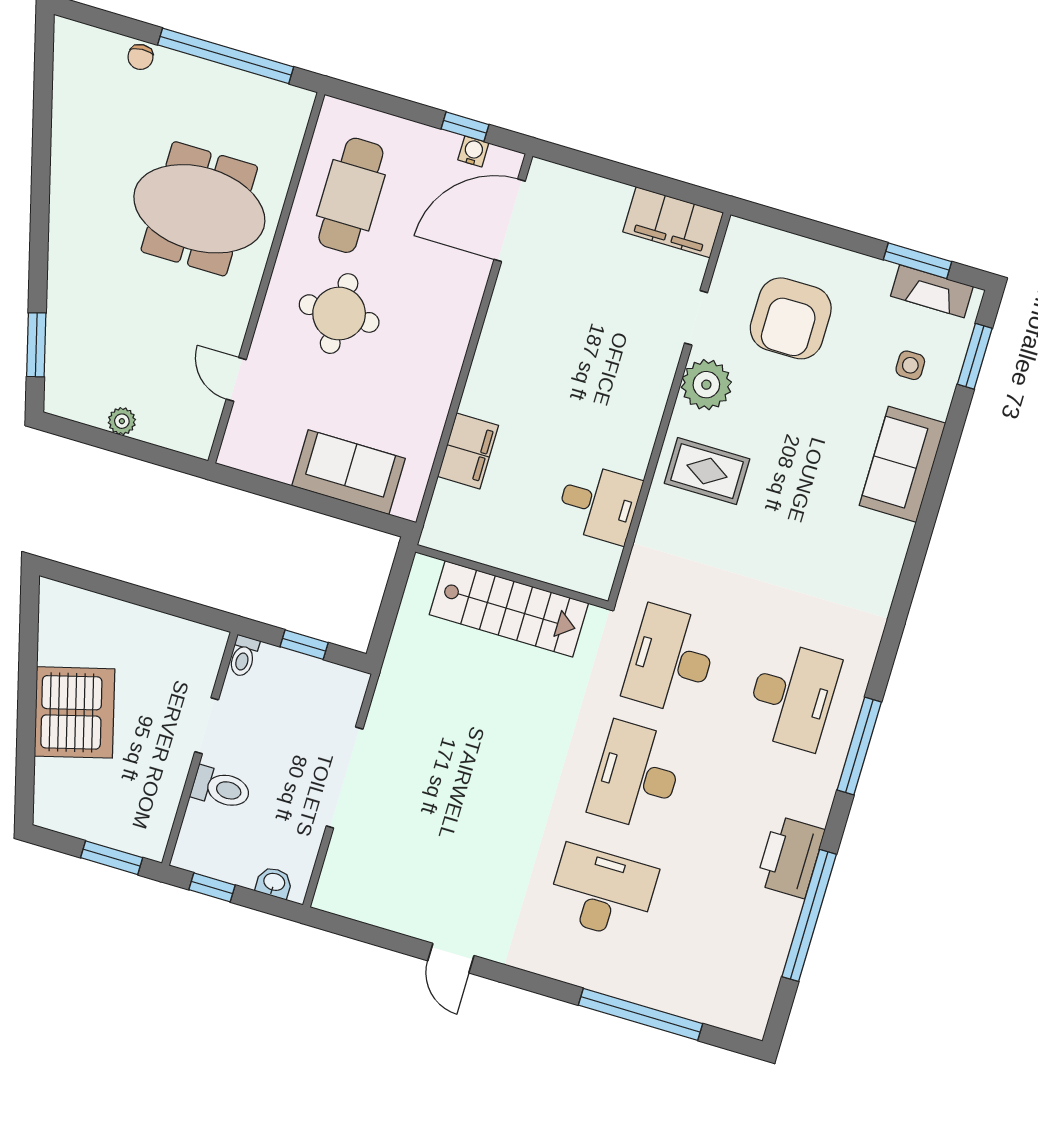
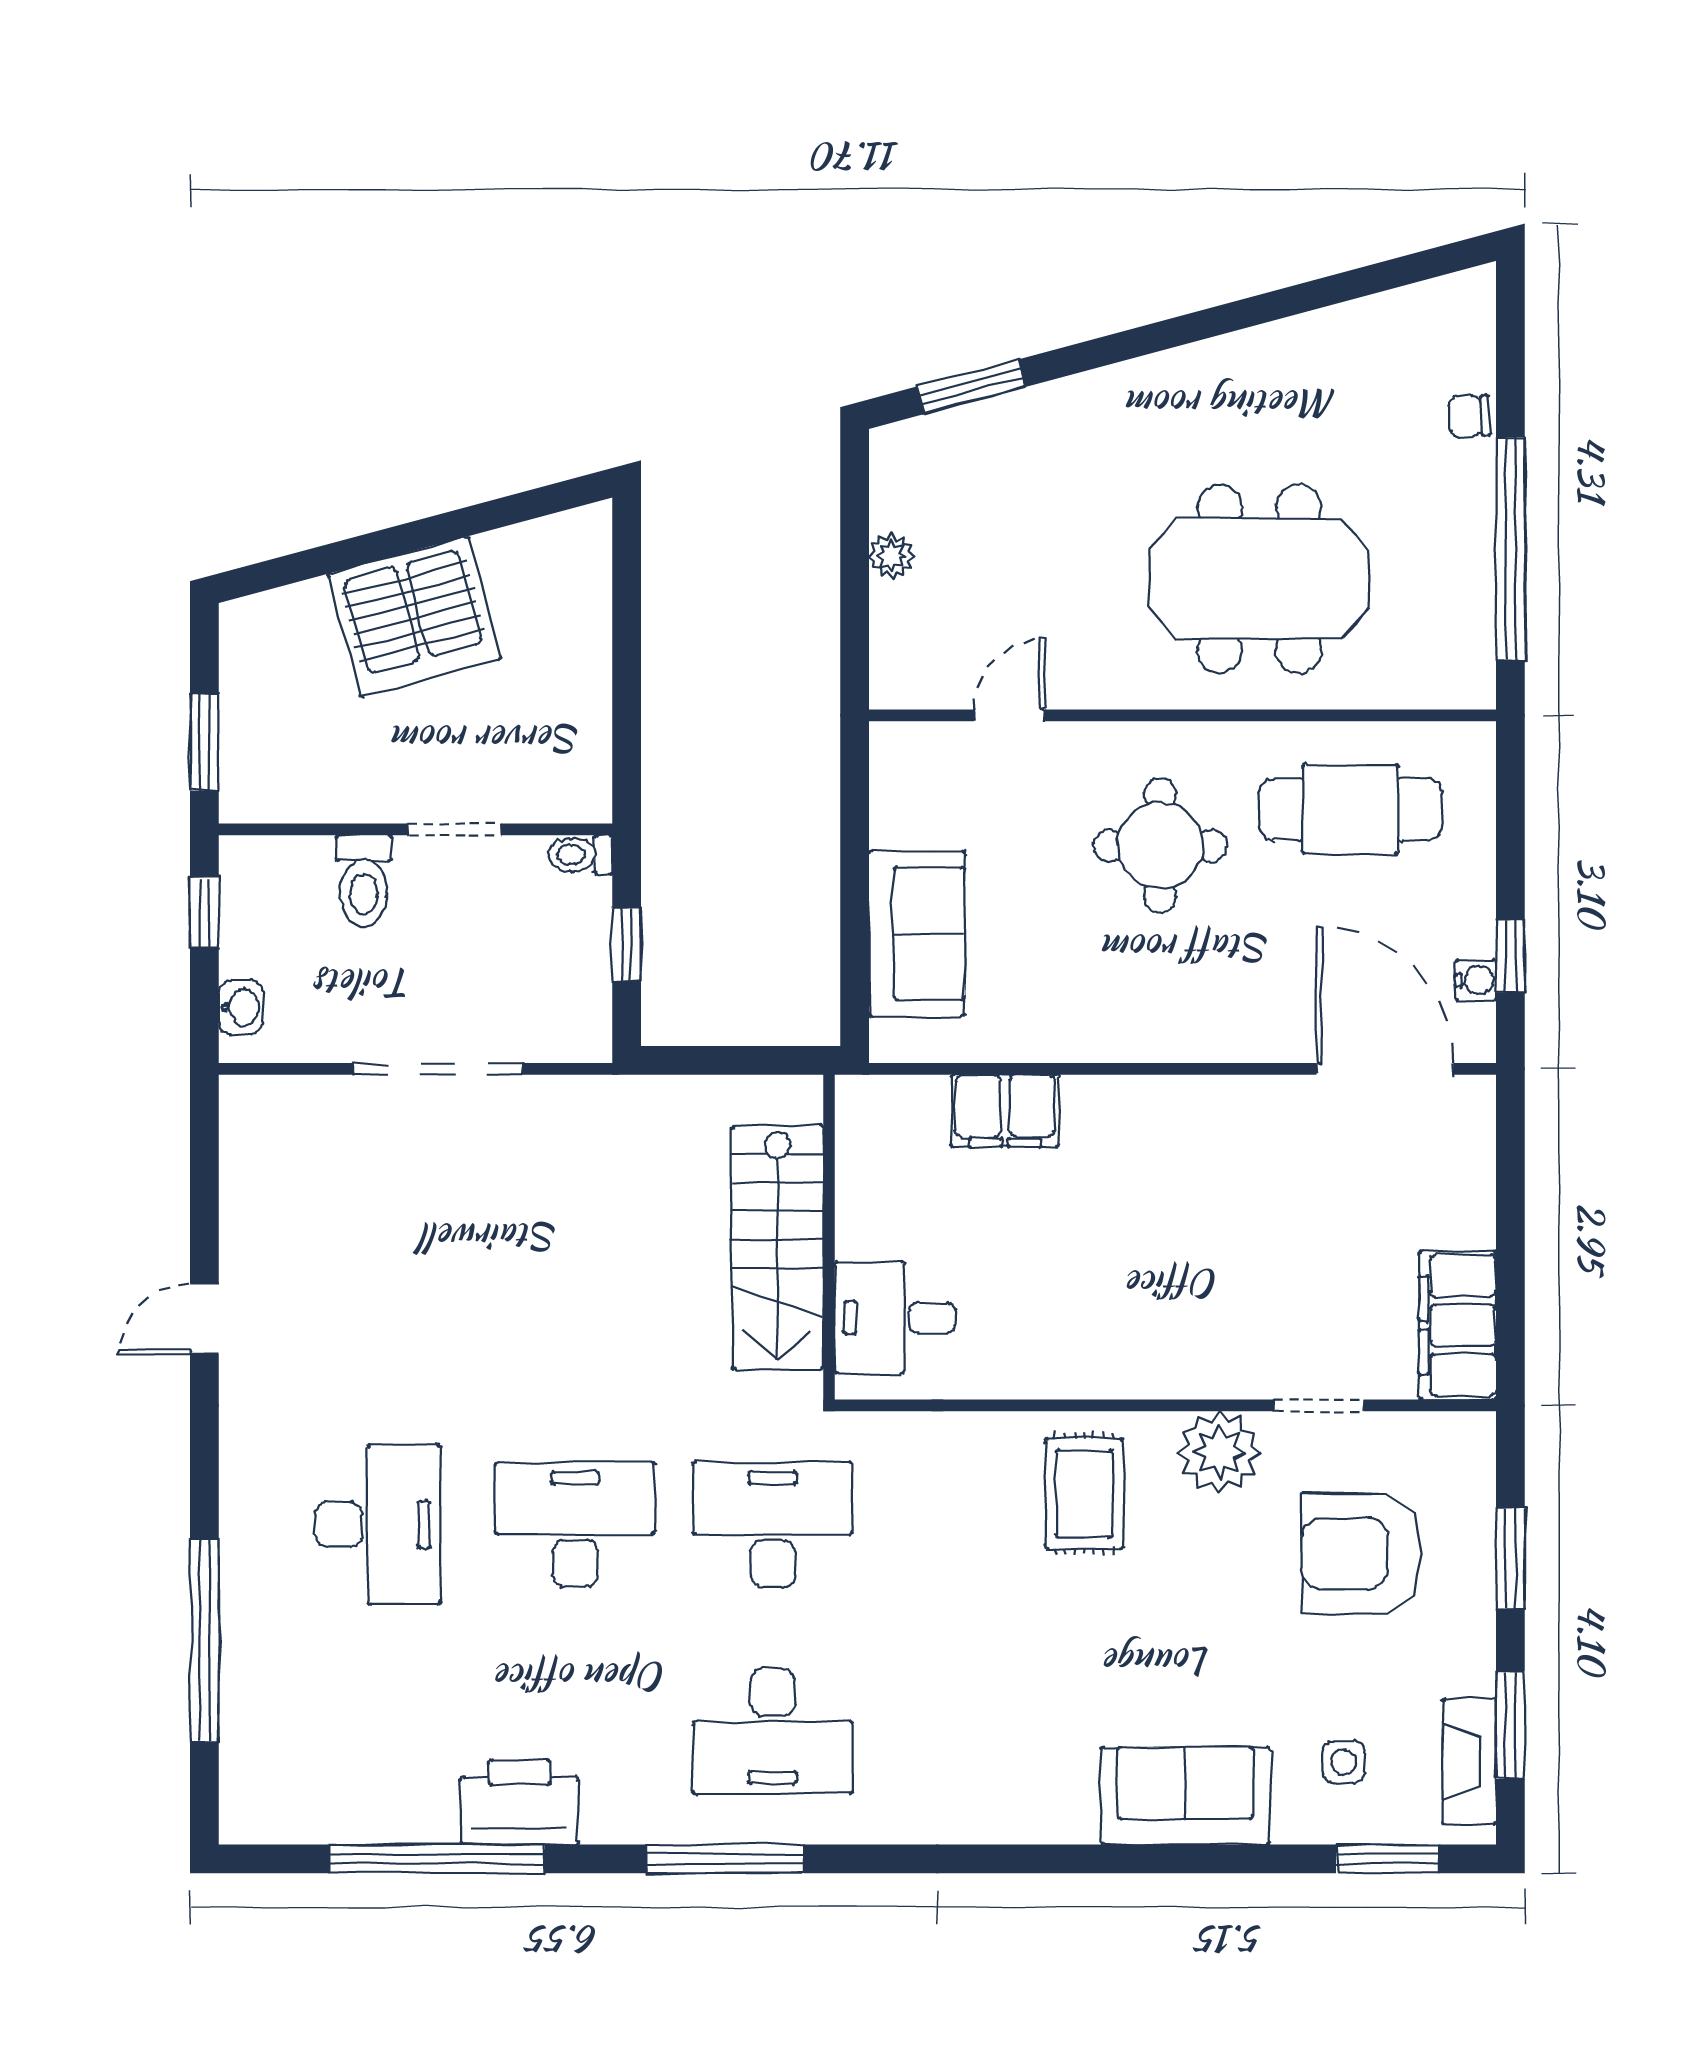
meeting table: (199, 209) -> (1259, 579), turned 90
window: (819, 232) -> (1510, 1558), added
desk: (599, 503) -> (895, 1318), moved, turned 90

